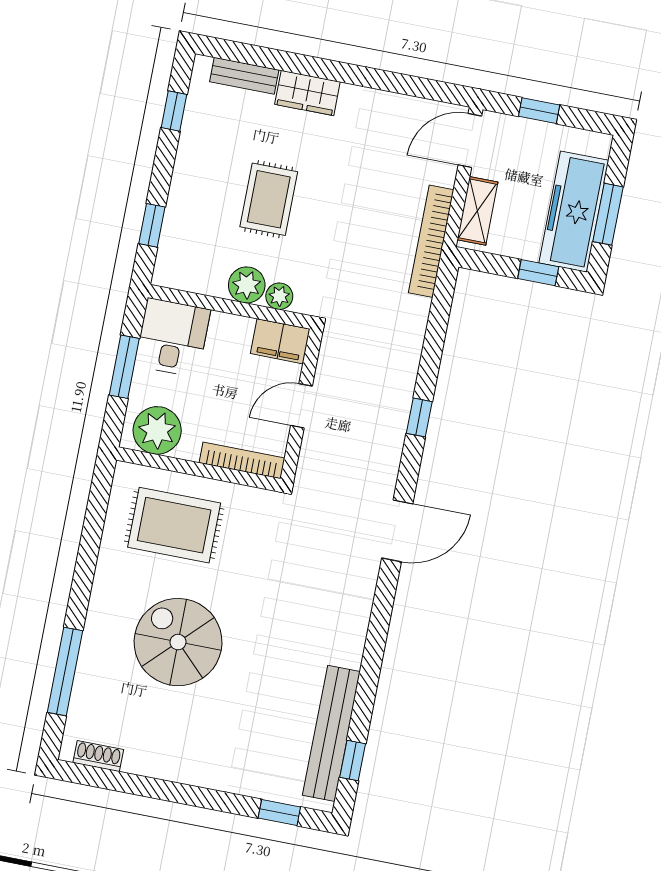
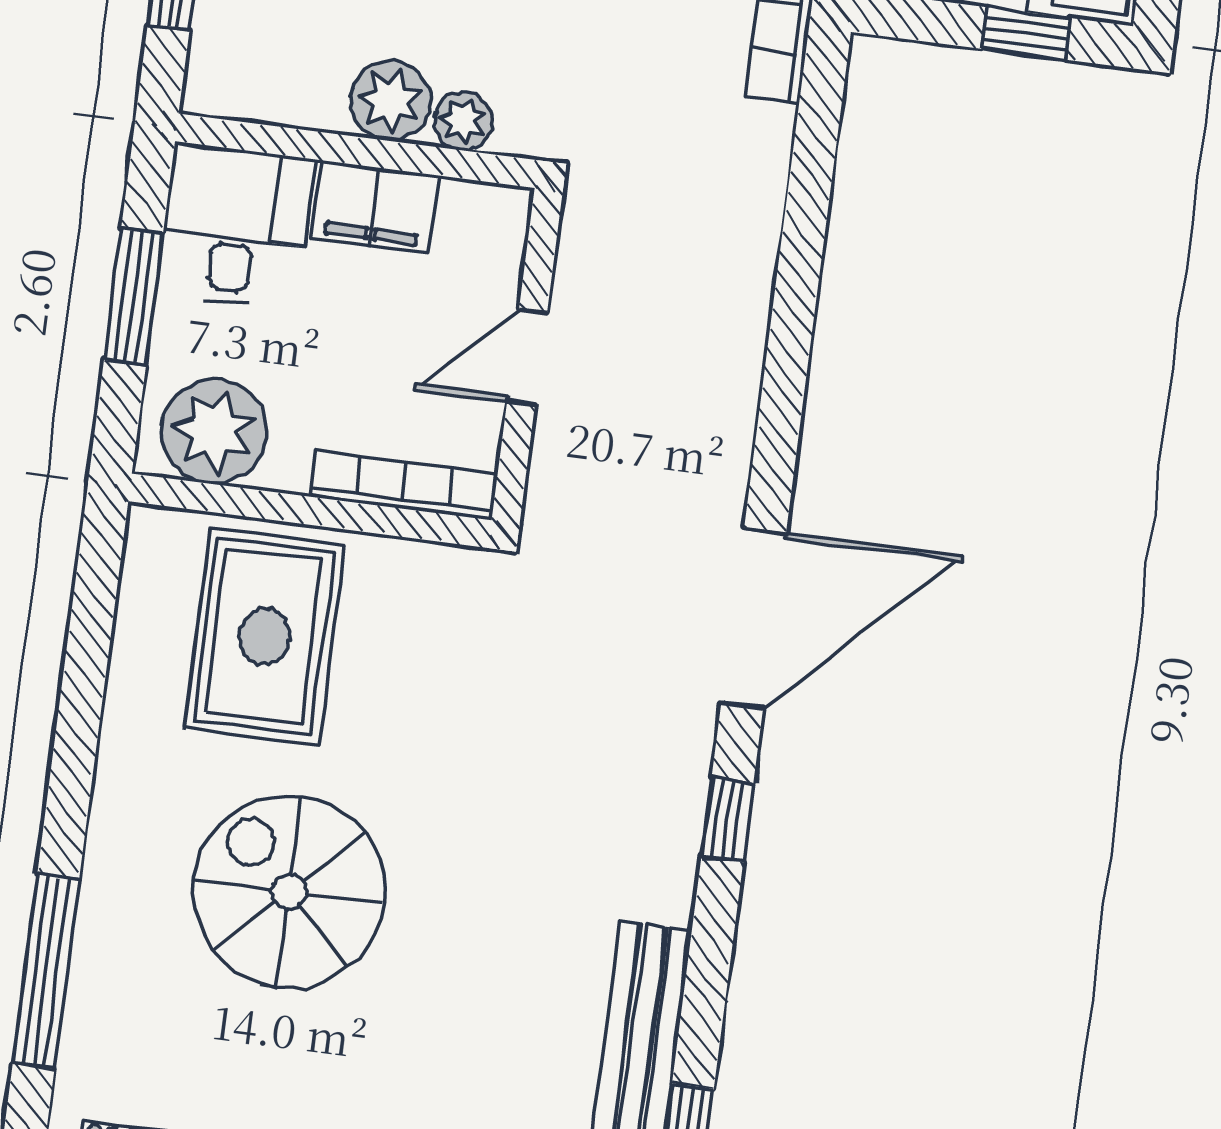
filing cabinet: (280, 341) -> (374, 207), moved
window: (419, 417) -> (727, 820), moved
rug: (174, 525) -> (265, 636), turned 90
door: (397, 531) -> (754, 618), width x1.36

